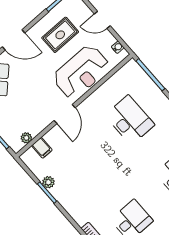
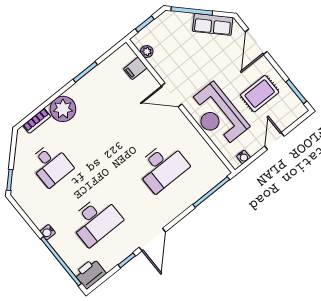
rug: (60, 35) -> (260, 94), turned 90
plant: (48, 182) -> (63, 109), moved, width x1.88, depth x1.88

